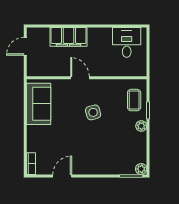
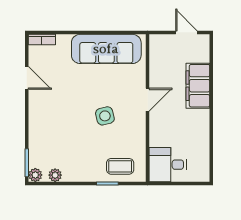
desk: (127, 42) -> (168, 165), moved, turned 180
sofa: (39, 104) -> (106, 49), width x1.36
plant: (141, 126) -> (55, 175), moved

